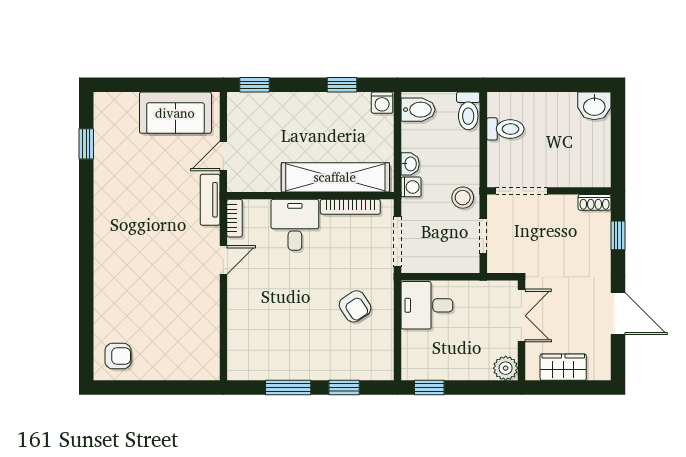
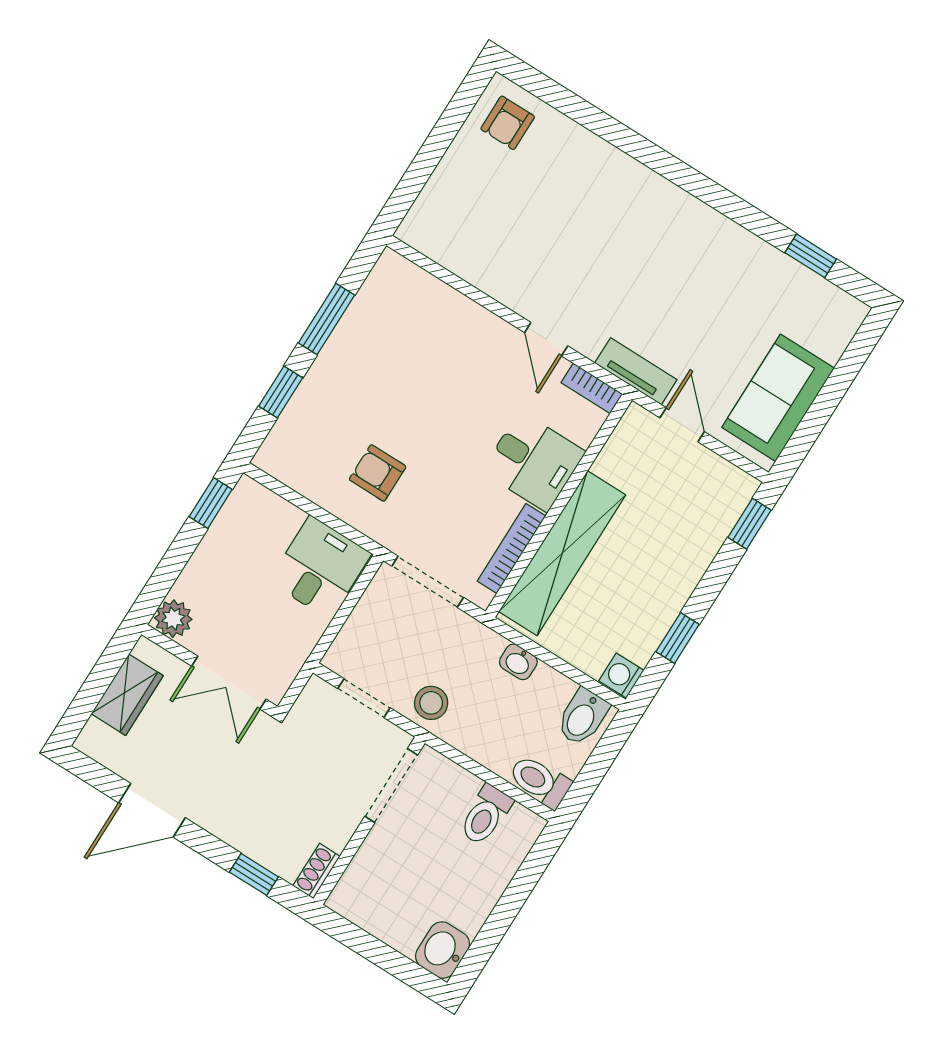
washing machine: (411, 187) -> (487, 644), removed
armchair: (355, 306) -> (378, 473), turned 33

